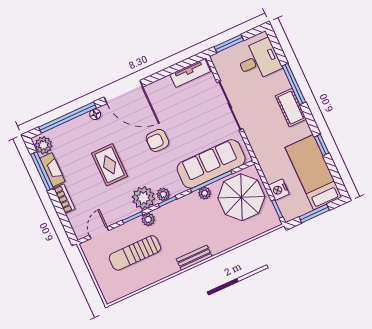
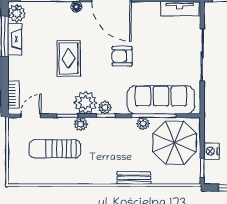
bookcase: (64, 199) -> (13, 95), moved
bench: (194, 258) -> (134, 178), moved

